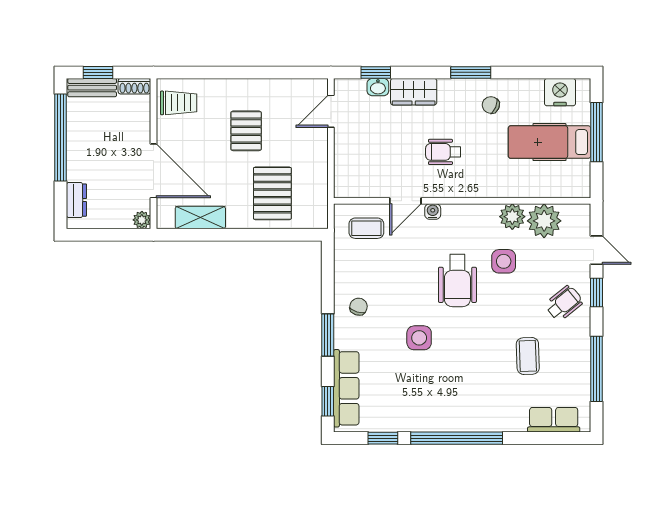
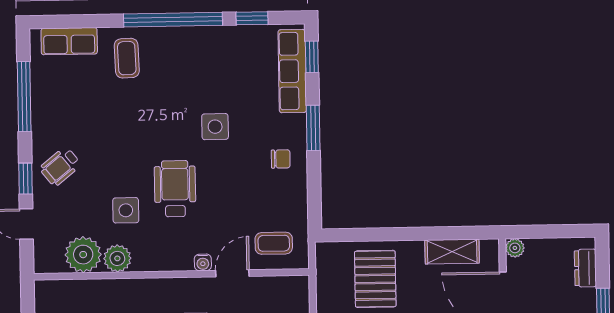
chair: (359, 307) -> (281, 159), turned -107
coffee table: (528, 356) -> (127, 58), moved

